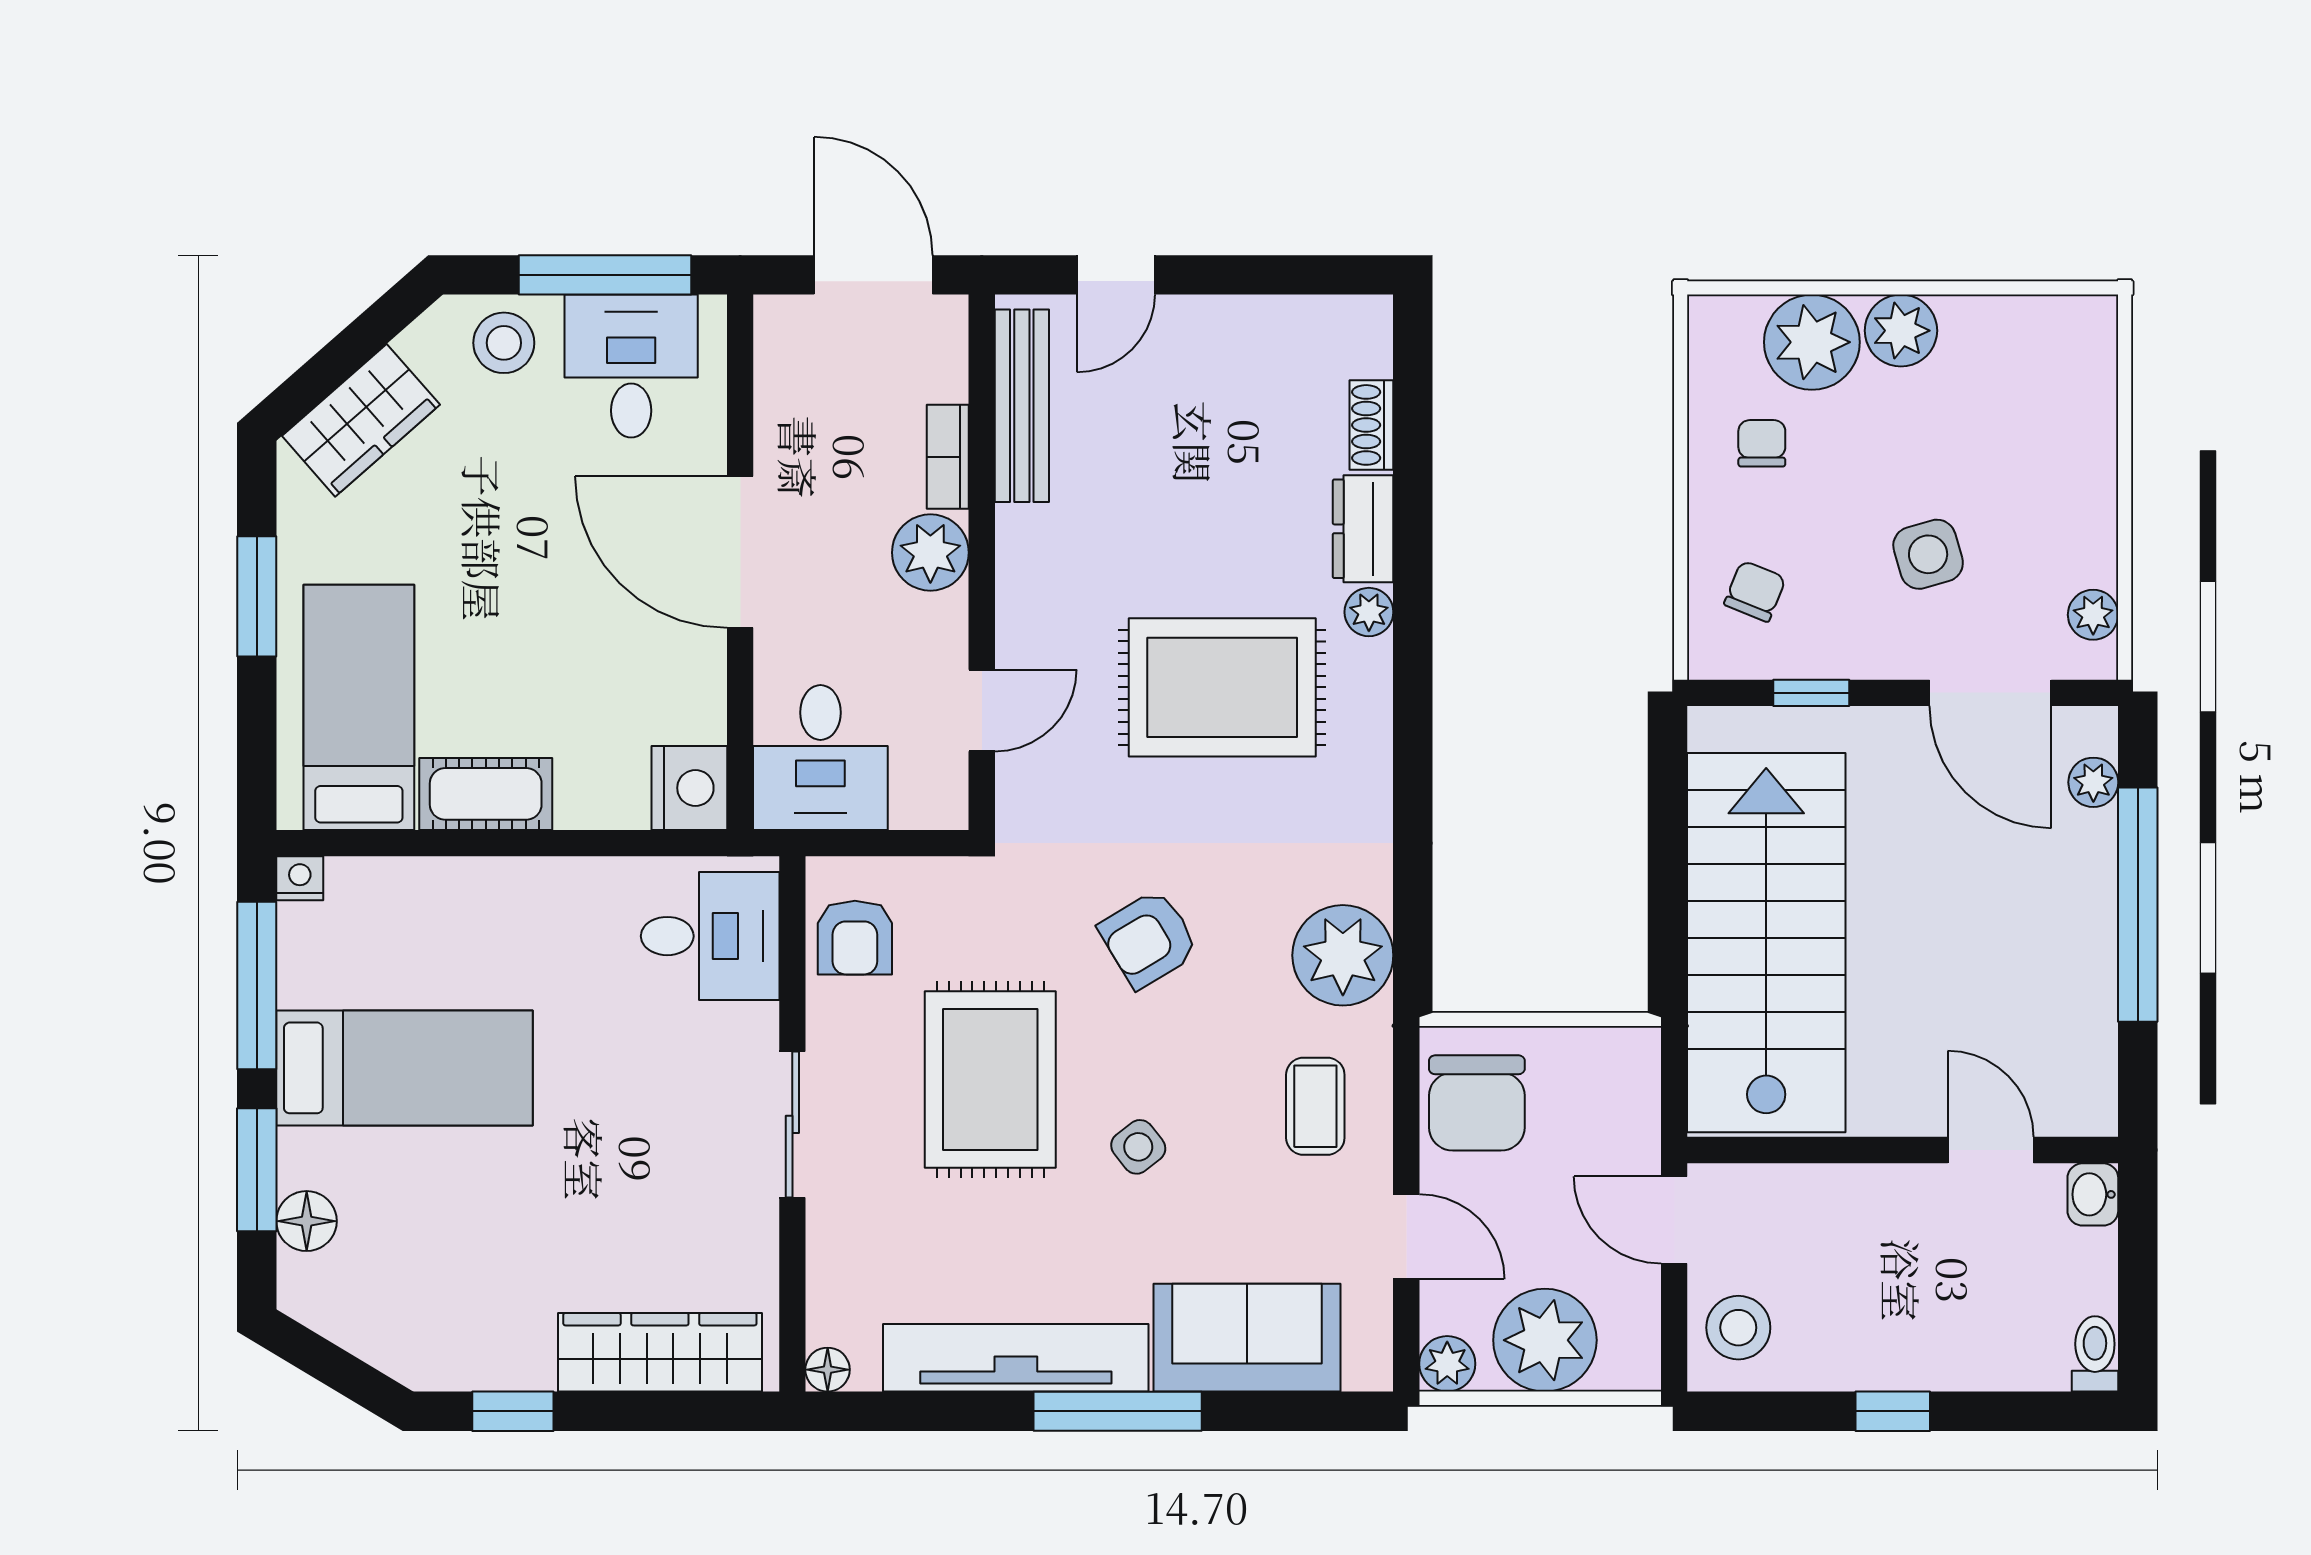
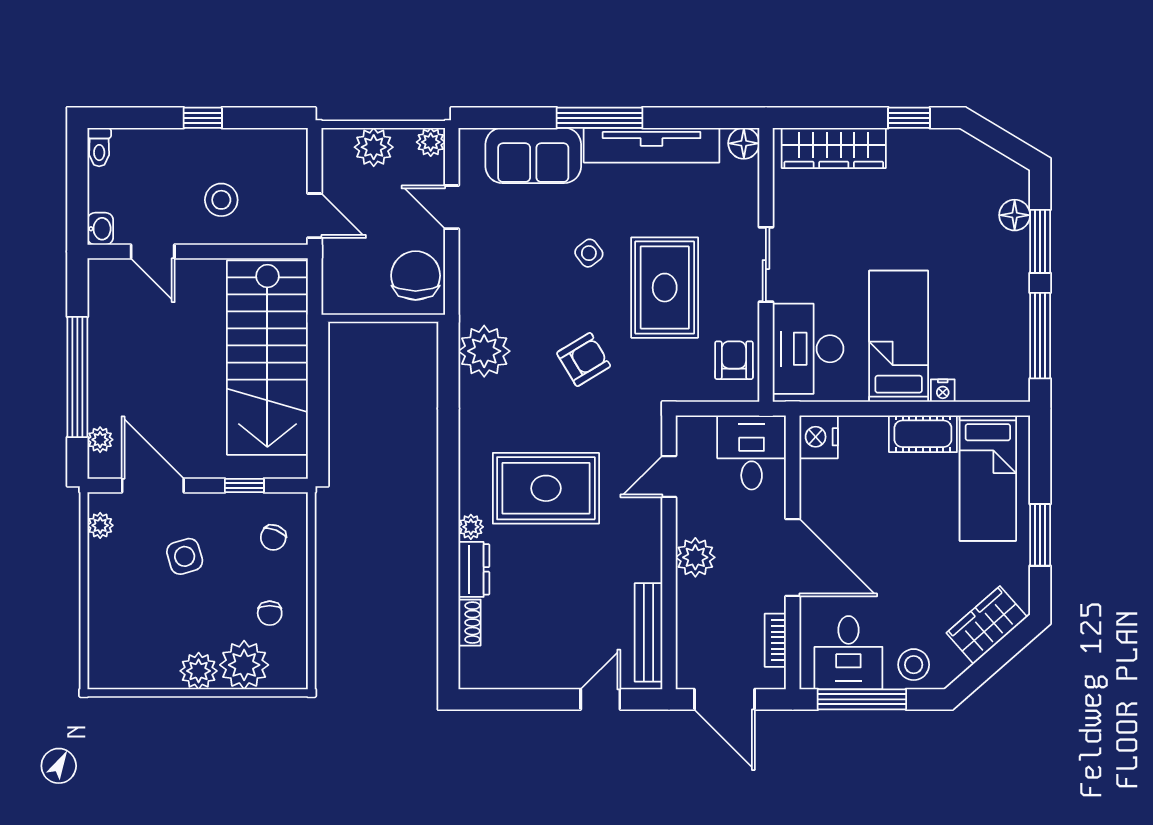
bookcase: (948, 457) -> (775, 640), moved, turned 180
nightstand: (300, 878) -> (943, 391), moved
desk: (710, 936) -> (808, 349), width x1.37
bed: (405, 1068) -> (899, 336), moved, turned 90
coffee table: (1315, 1106) -> (498, 274), removed
stool: (1738, 1328) -> (221, 200), moved
plant: (1545, 1340) -> (374, 147), width x0.73, depth x0.73
floor lamp: (828, 1370) -> (744, 143), width x1.37, depth x1.37

